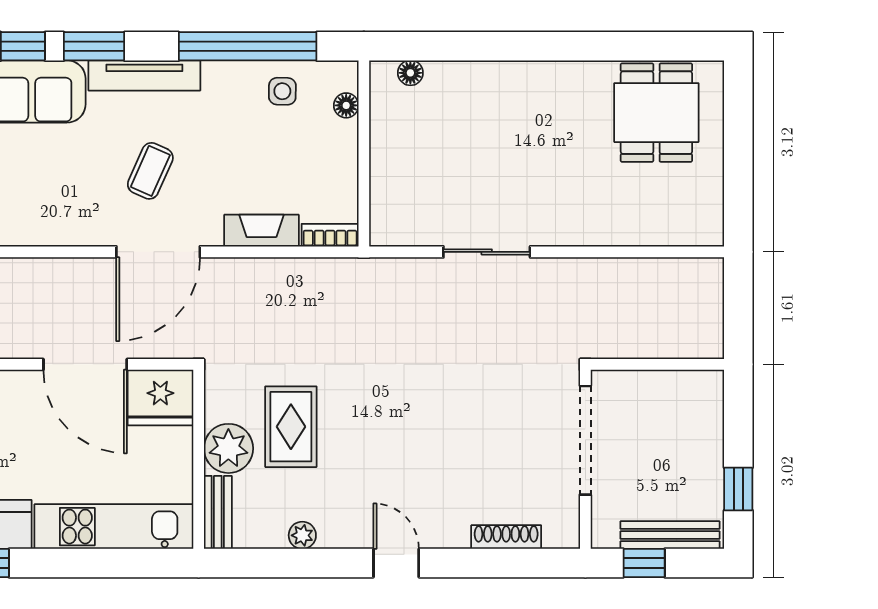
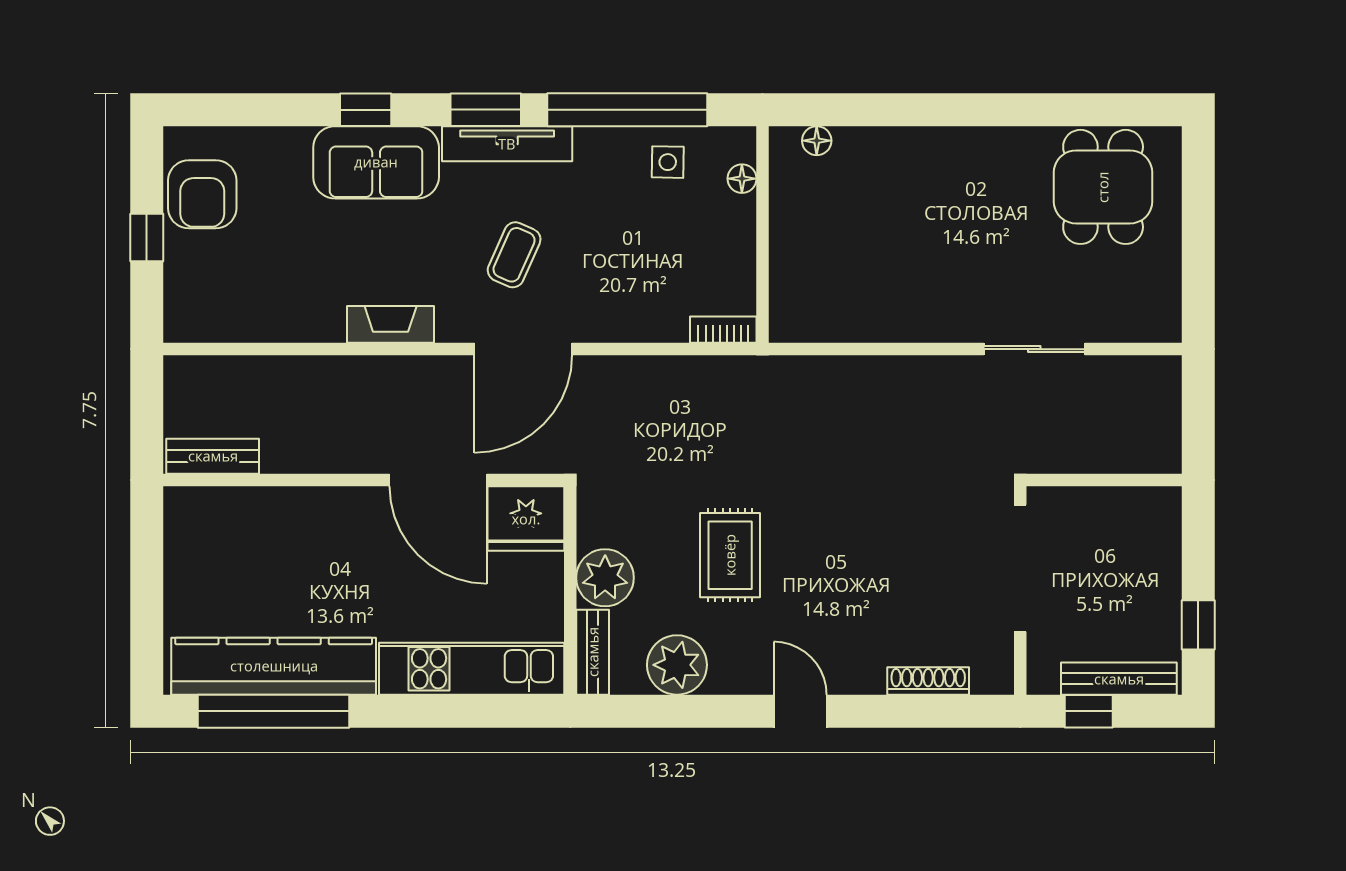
window: (94, 46) -> (486, 110), moved
fireplace: (261, 231) -> (391, 324), moved
sliding door: (487, 252) -> (1034, 349), moved
rug: (291, 427) -> (730, 555), moved
plant: (302, 535) -> (677, 665), width x1.88, depth x1.88

